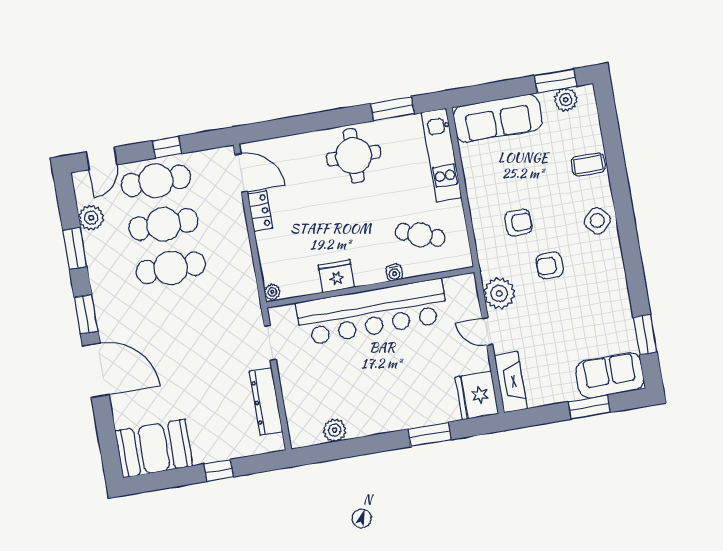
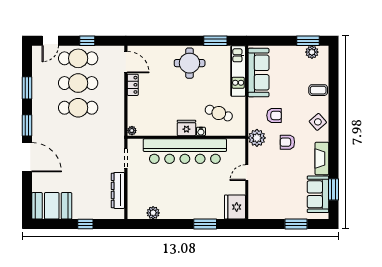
sofa: (498, 118) -> (259, 73), moved, turned -90
plant: (91, 218) -> (39, 73), removed
fridge: (336, 276) -> (186, 128), moved
plant: (499, 293) -> (257, 138), moved
door: (487, 331) -> (247, 173), hinge flipped
sofa: (610, 375) -> (318, 194), moved, turned -90
fireplace: (511, 382) -> (322, 158), moved, turned 180

